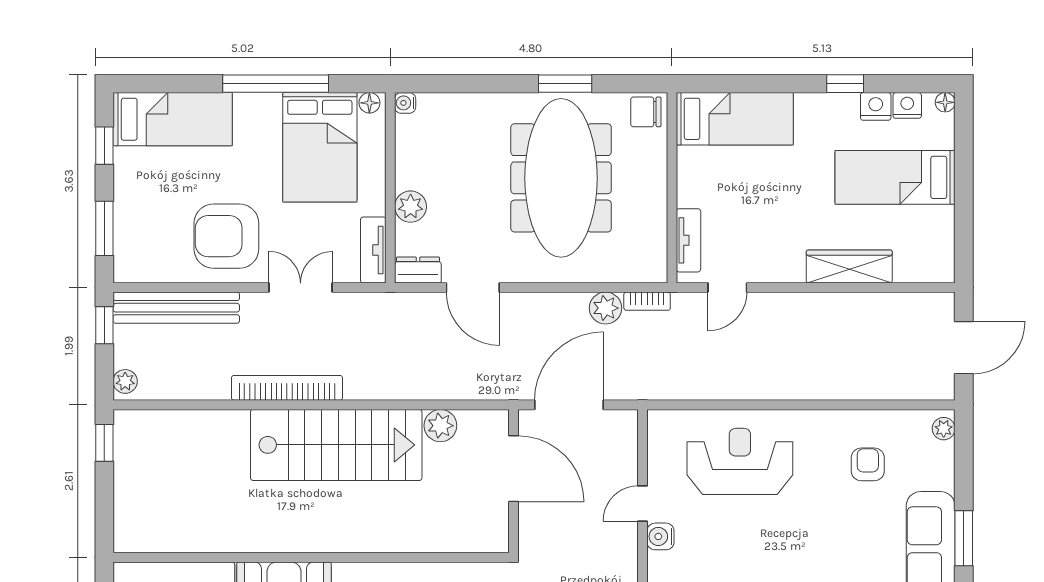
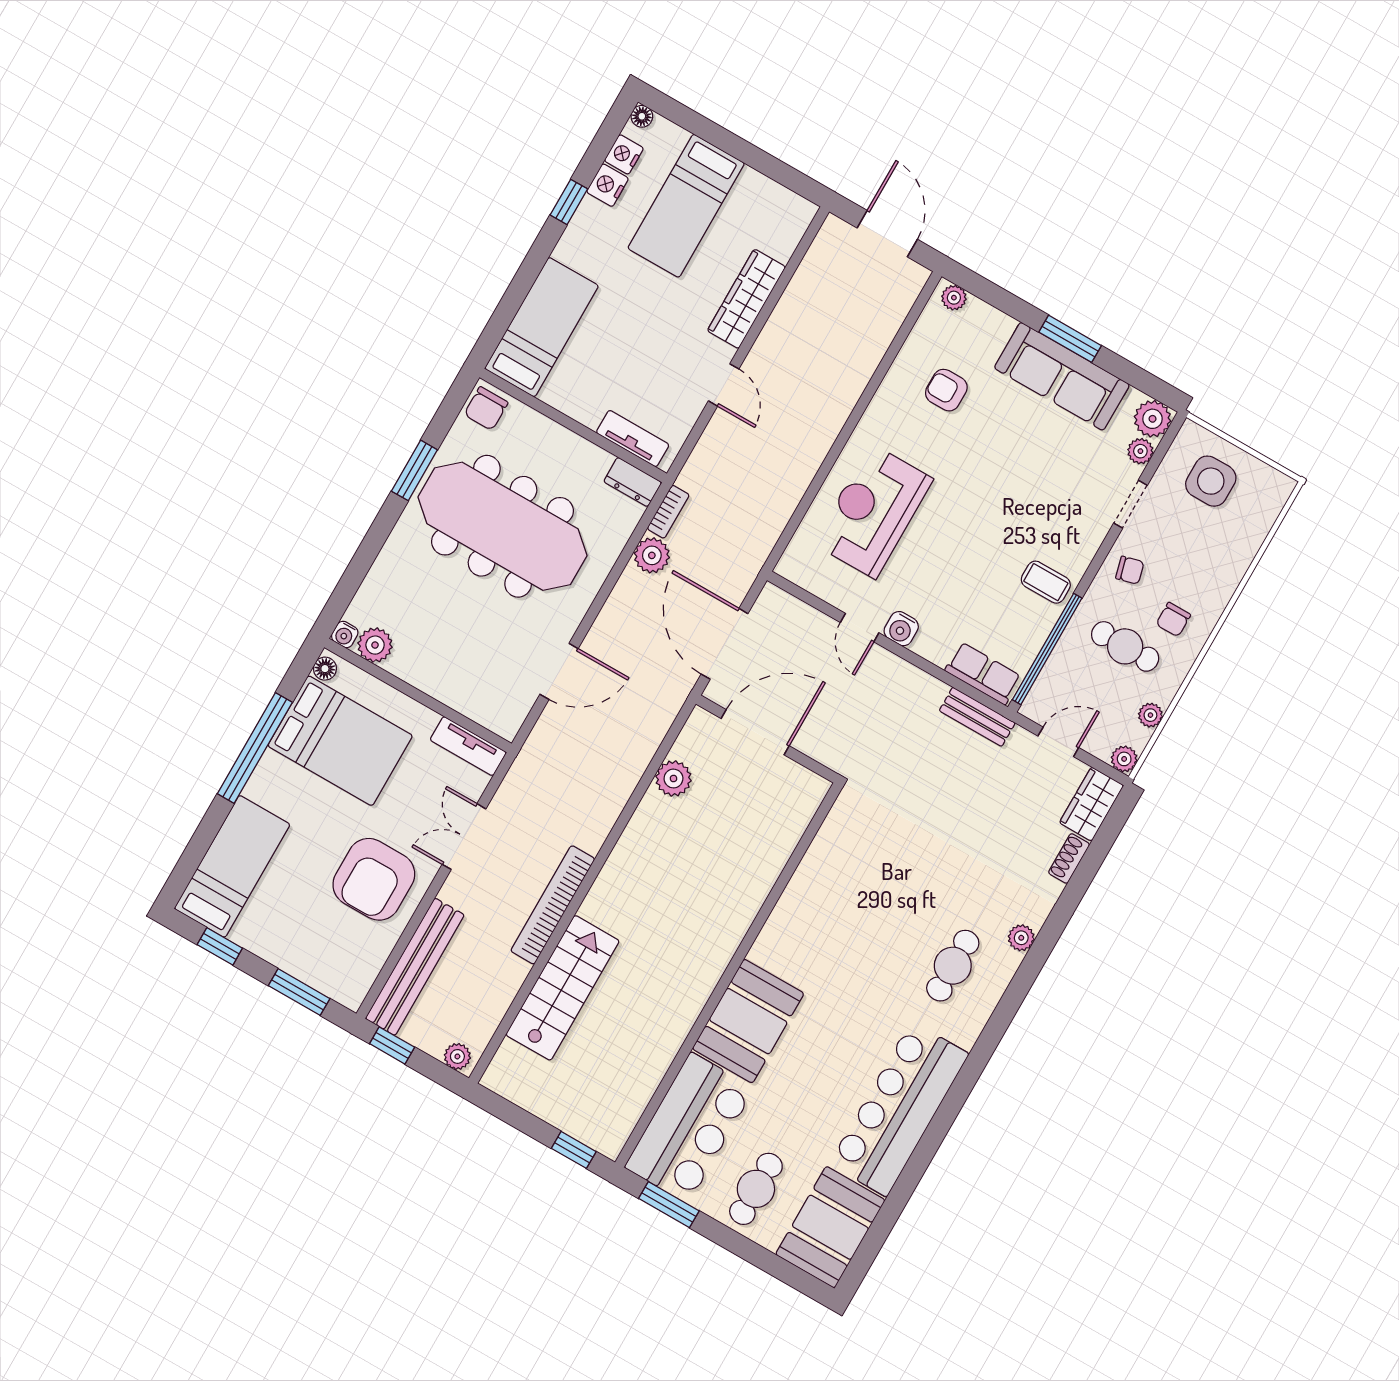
plant: (411, 207) -> (375, 645), moved
dresser: (418, 270) -> (633, 482), moved, turned -90
door: (727, 288) -> (724, 385), moved
window: (104, 443) -> (574, 1150), moved
stairs: (336, 445) -> (563, 988), moved, width x0.73, depth x0.66

